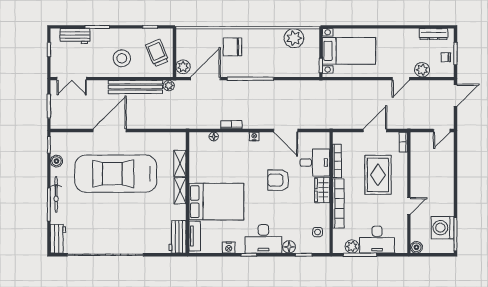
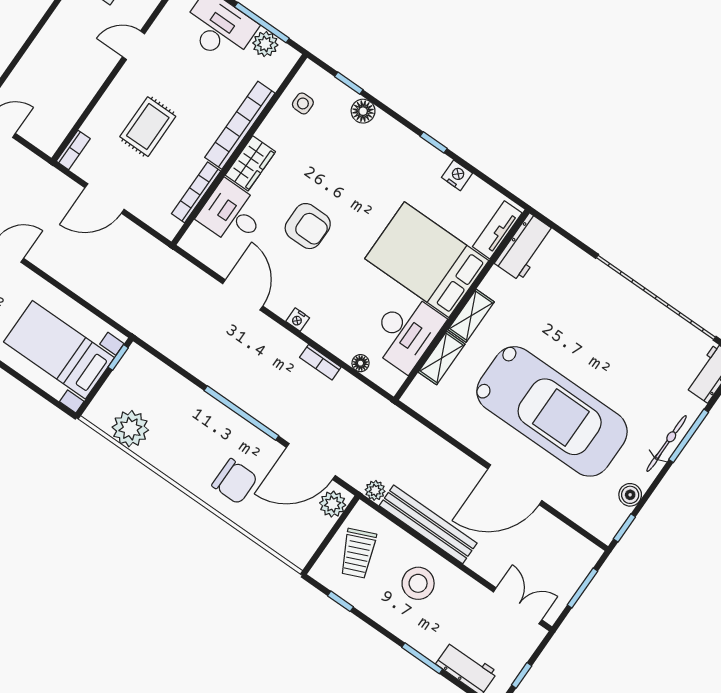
rug: (378, 175) -> (148, 127), width x0.73, depth x0.70
desk: (263, 239) -> (406, 332), moved, turned 90

